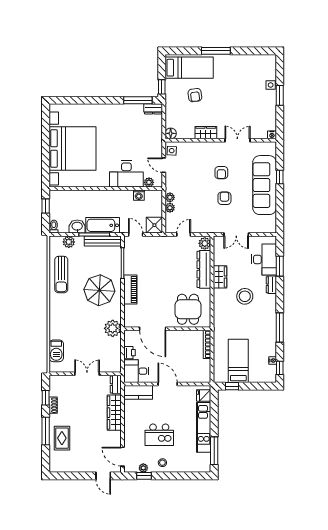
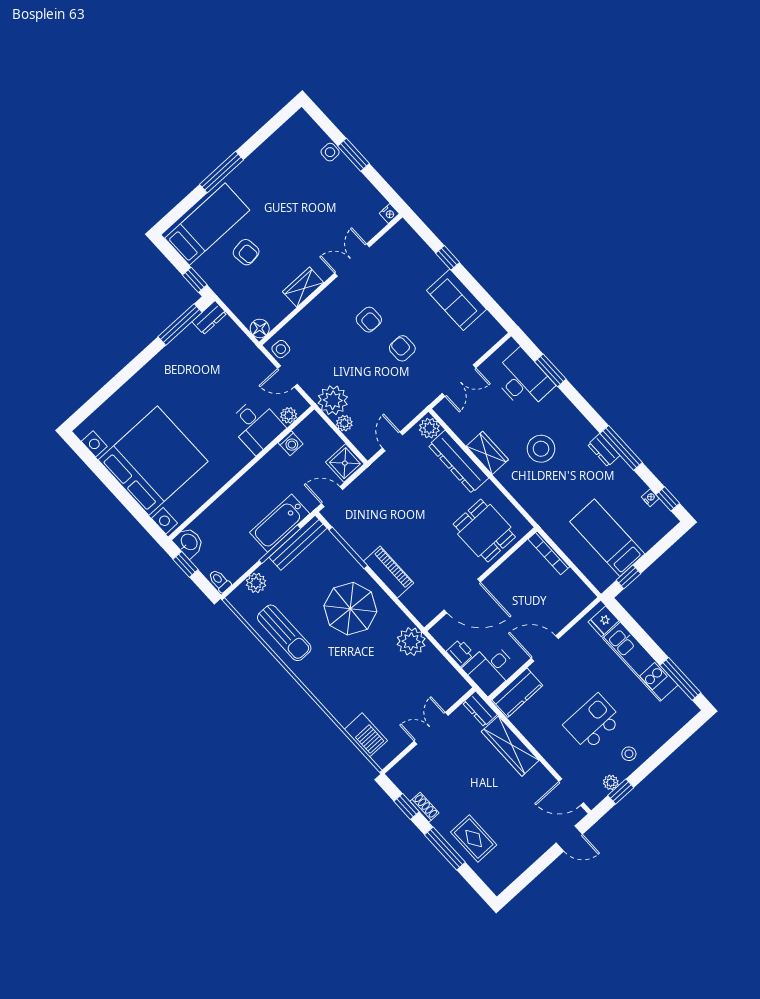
desk: (126, 174) -> (256, 425), width x0.73
sofa: (265, 185) -> (457, 300), width x0.54, depth x0.79
plant: (170, 197) -> (333, 400), width x1.88, depth x1.88
washbasin: (77, 227) -> (189, 542), moved, turned 90
dresser: (271, 285) -> (604, 450), moved
kitchen island: (159, 435) -> (593, 722), turned 180

